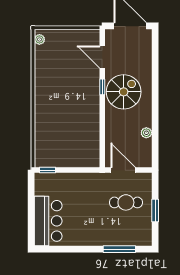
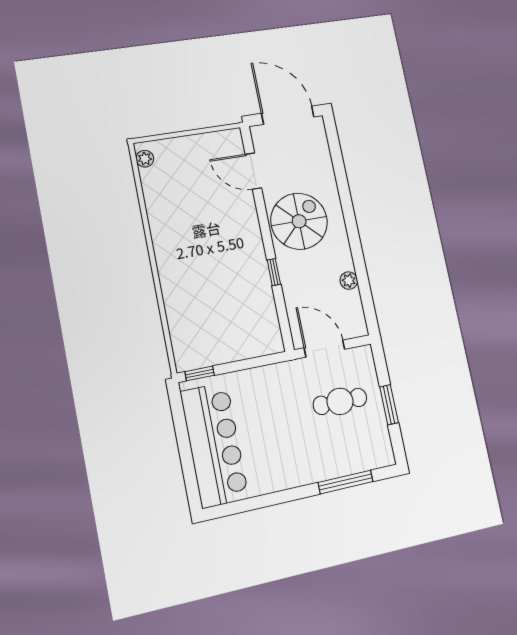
window: (102, 87) -> (274, 272), moved
bar counter: (48, 221) -> (214, 445), width x1.36

